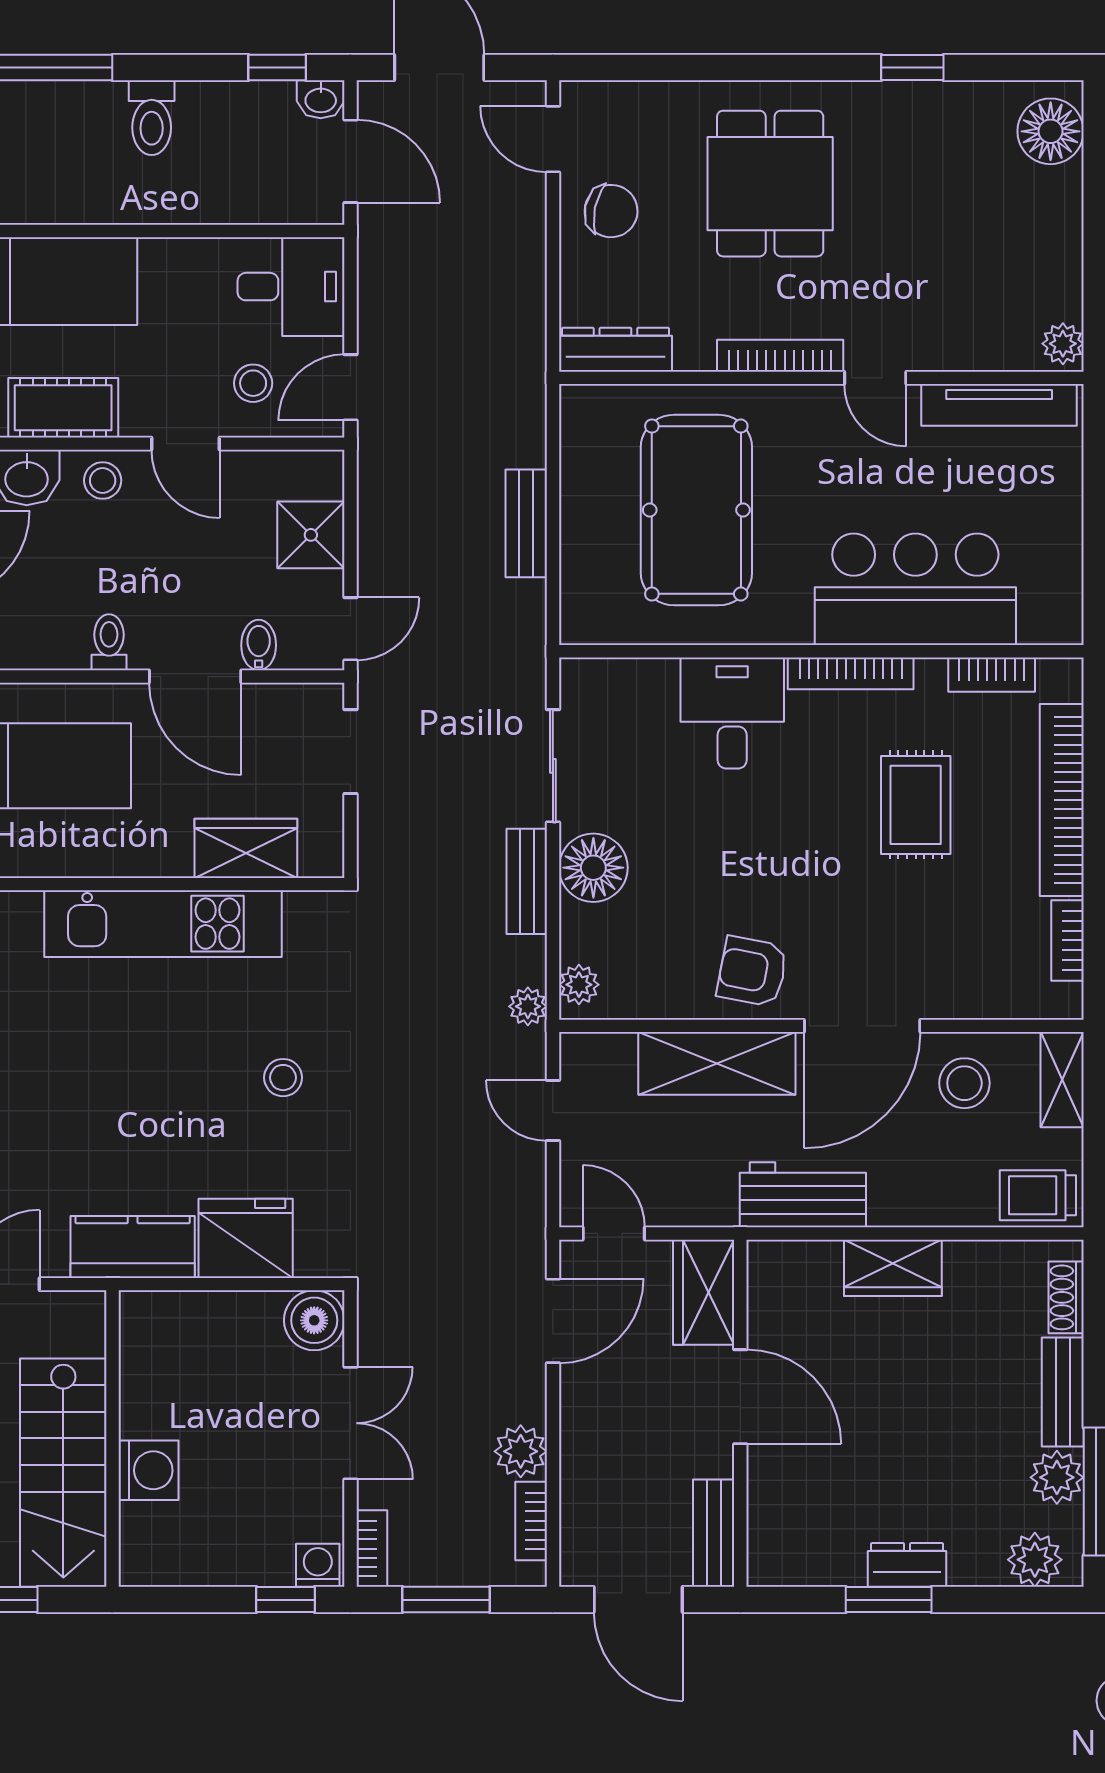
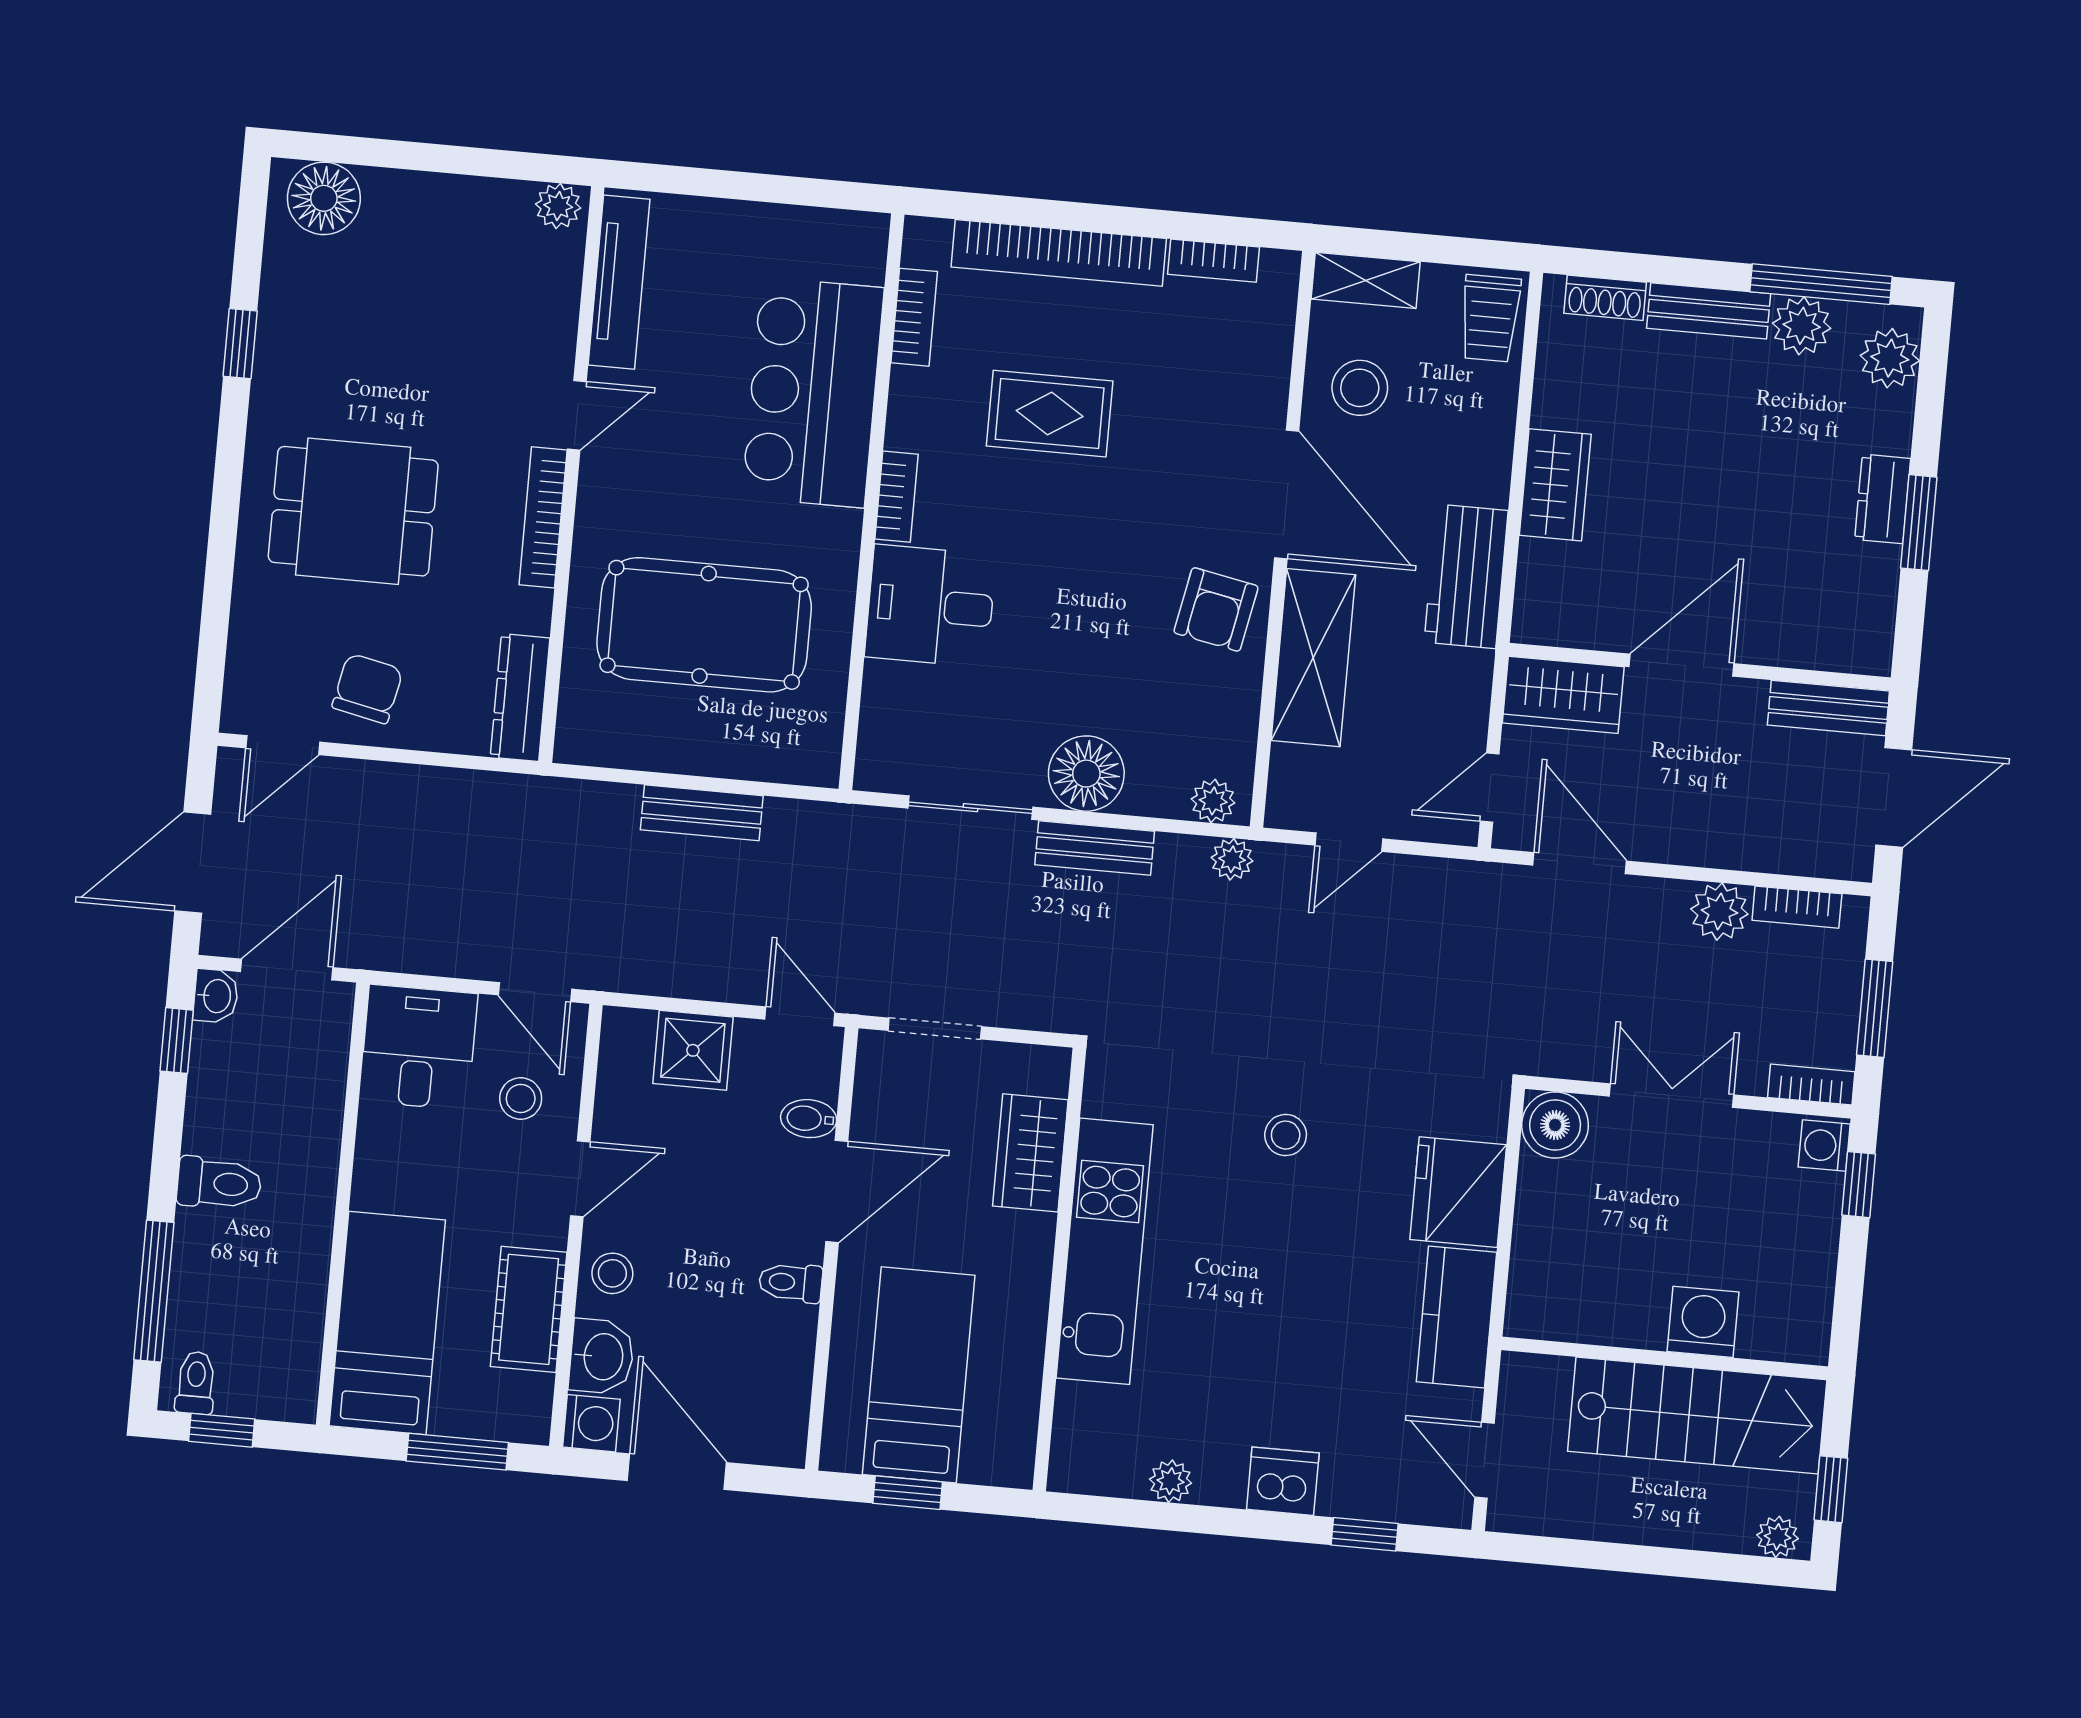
bookcase: (851, 673) -> (897, 497), width x0.64

